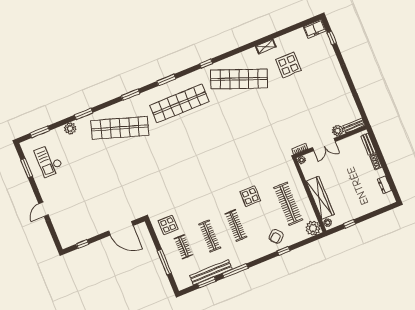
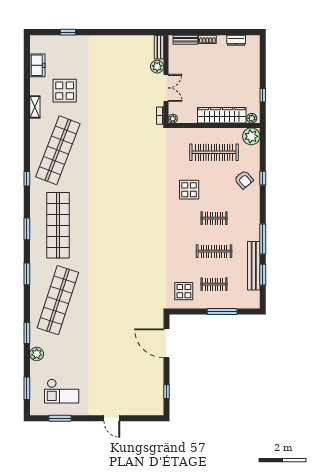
freezer: (315, 29) -> (37, 65), moved
window: (332, 38) -> (68, 32), moved
clothes rail: (236, 225) -> (214, 218), width x0.73
door: (121, 228) -> (167, 343), swing flipped

